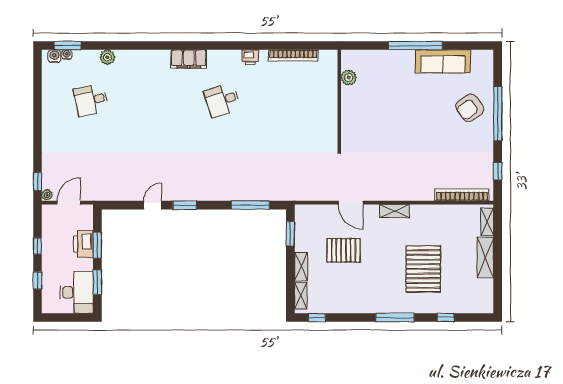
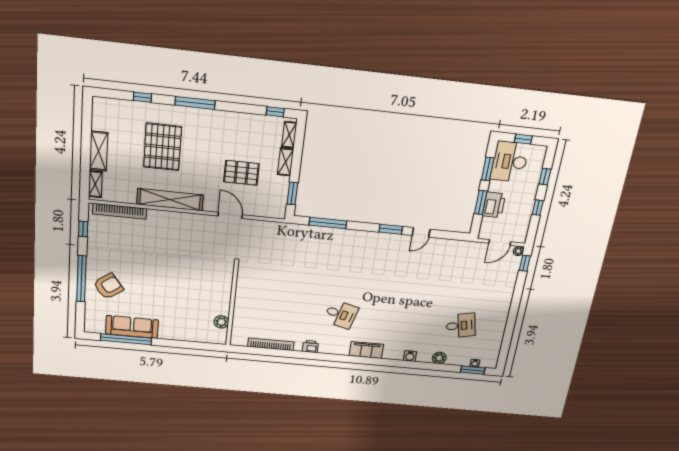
window: (416, 46) -> (126, 339), moved
water cooler: (54, 56) -> (410, 356), moved
desk: (222, 100) -> (341, 314), turned 33
shelving: (394, 211) -> (170, 200), width x2.20, depth x1.33
window: (68, 318) -> (523, 139), added

